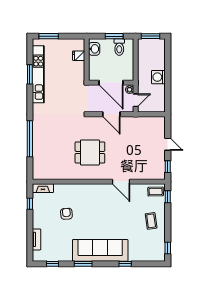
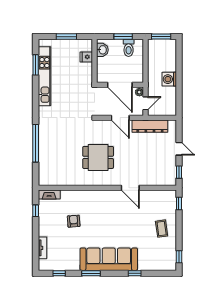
window: (49, 36) -> (66, 37), moved
window: (30, 74) -> (36, 65), moved
dresser: (140, 122) -> (150, 126), added
coffee table: (156, 192) -> (166, 198), removed

